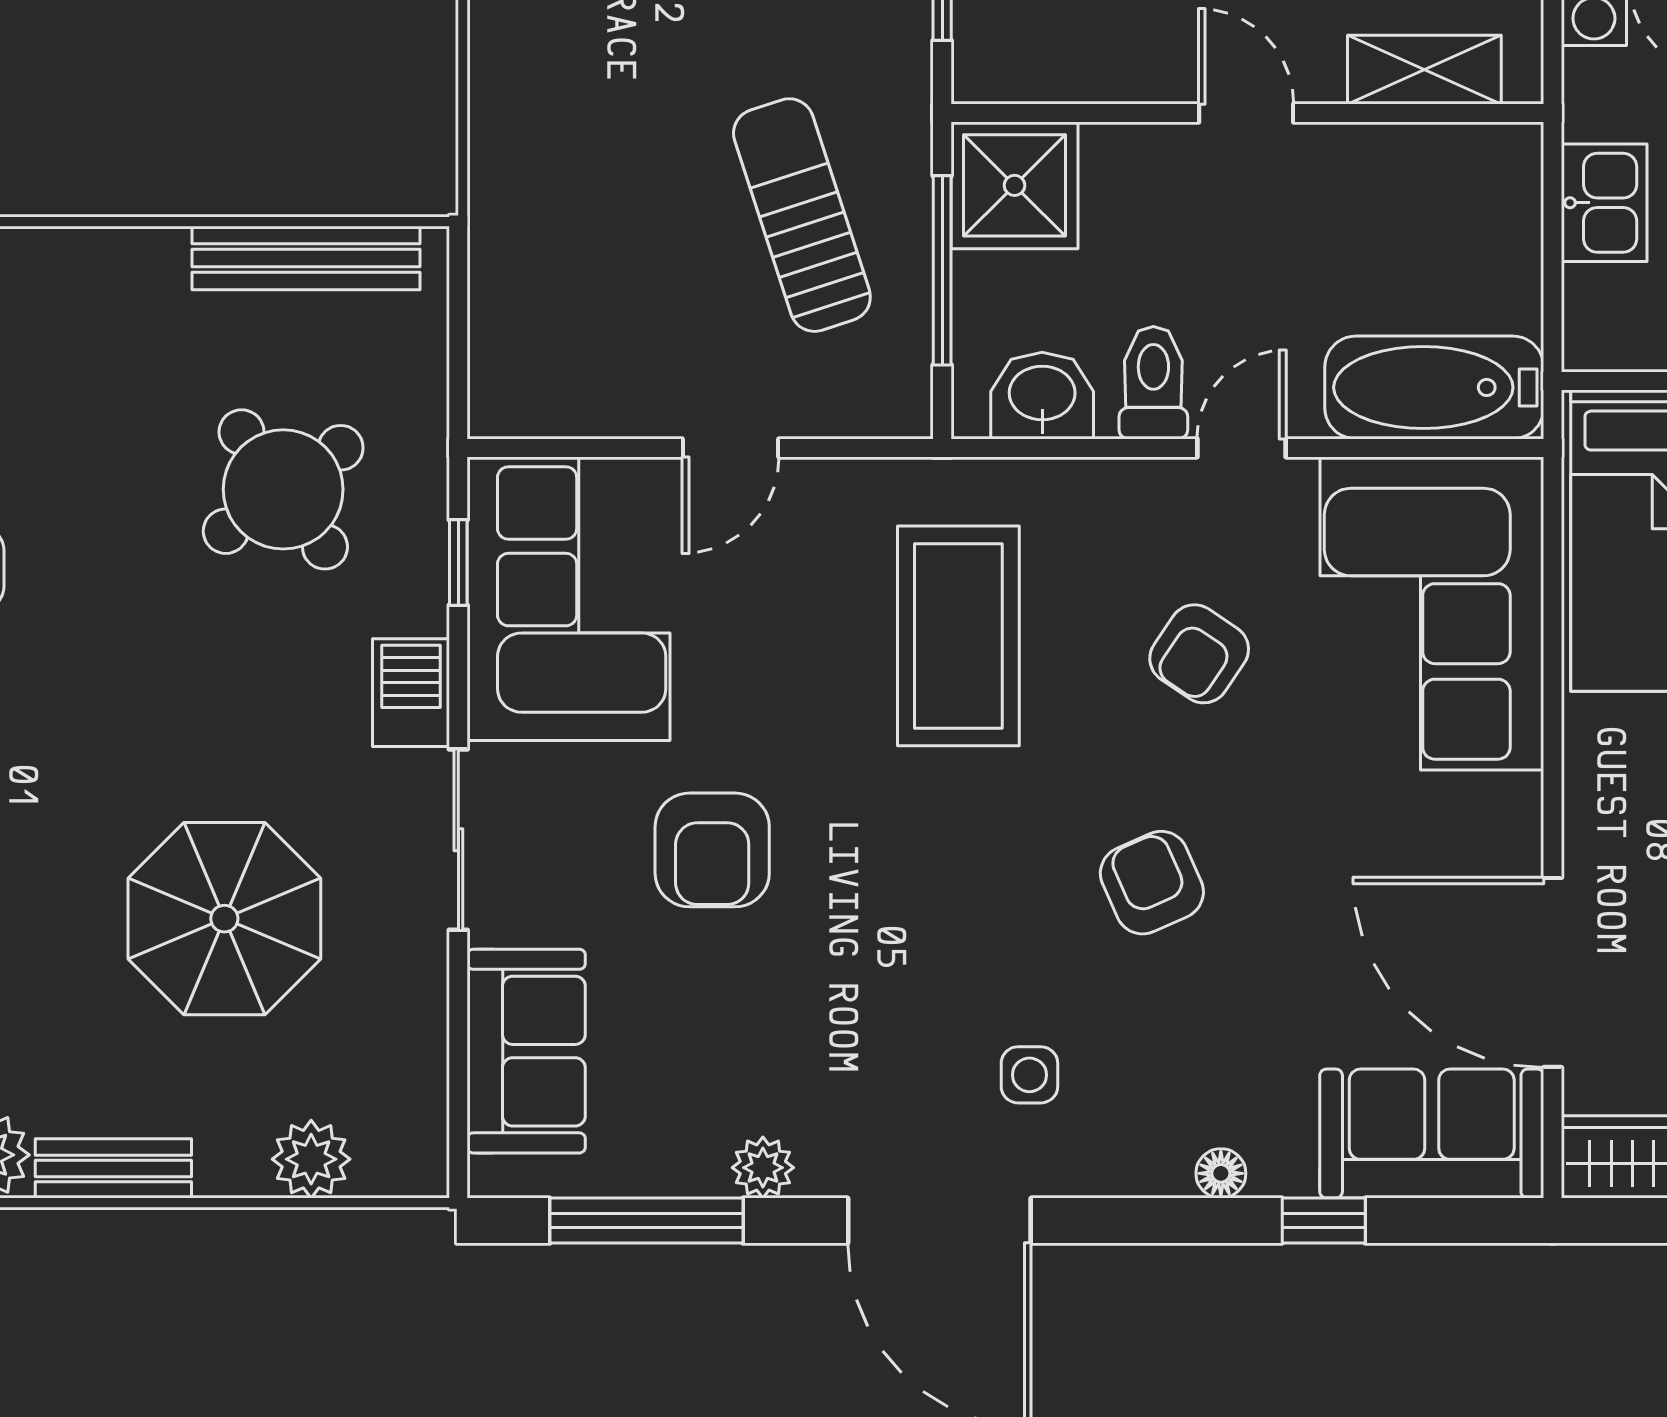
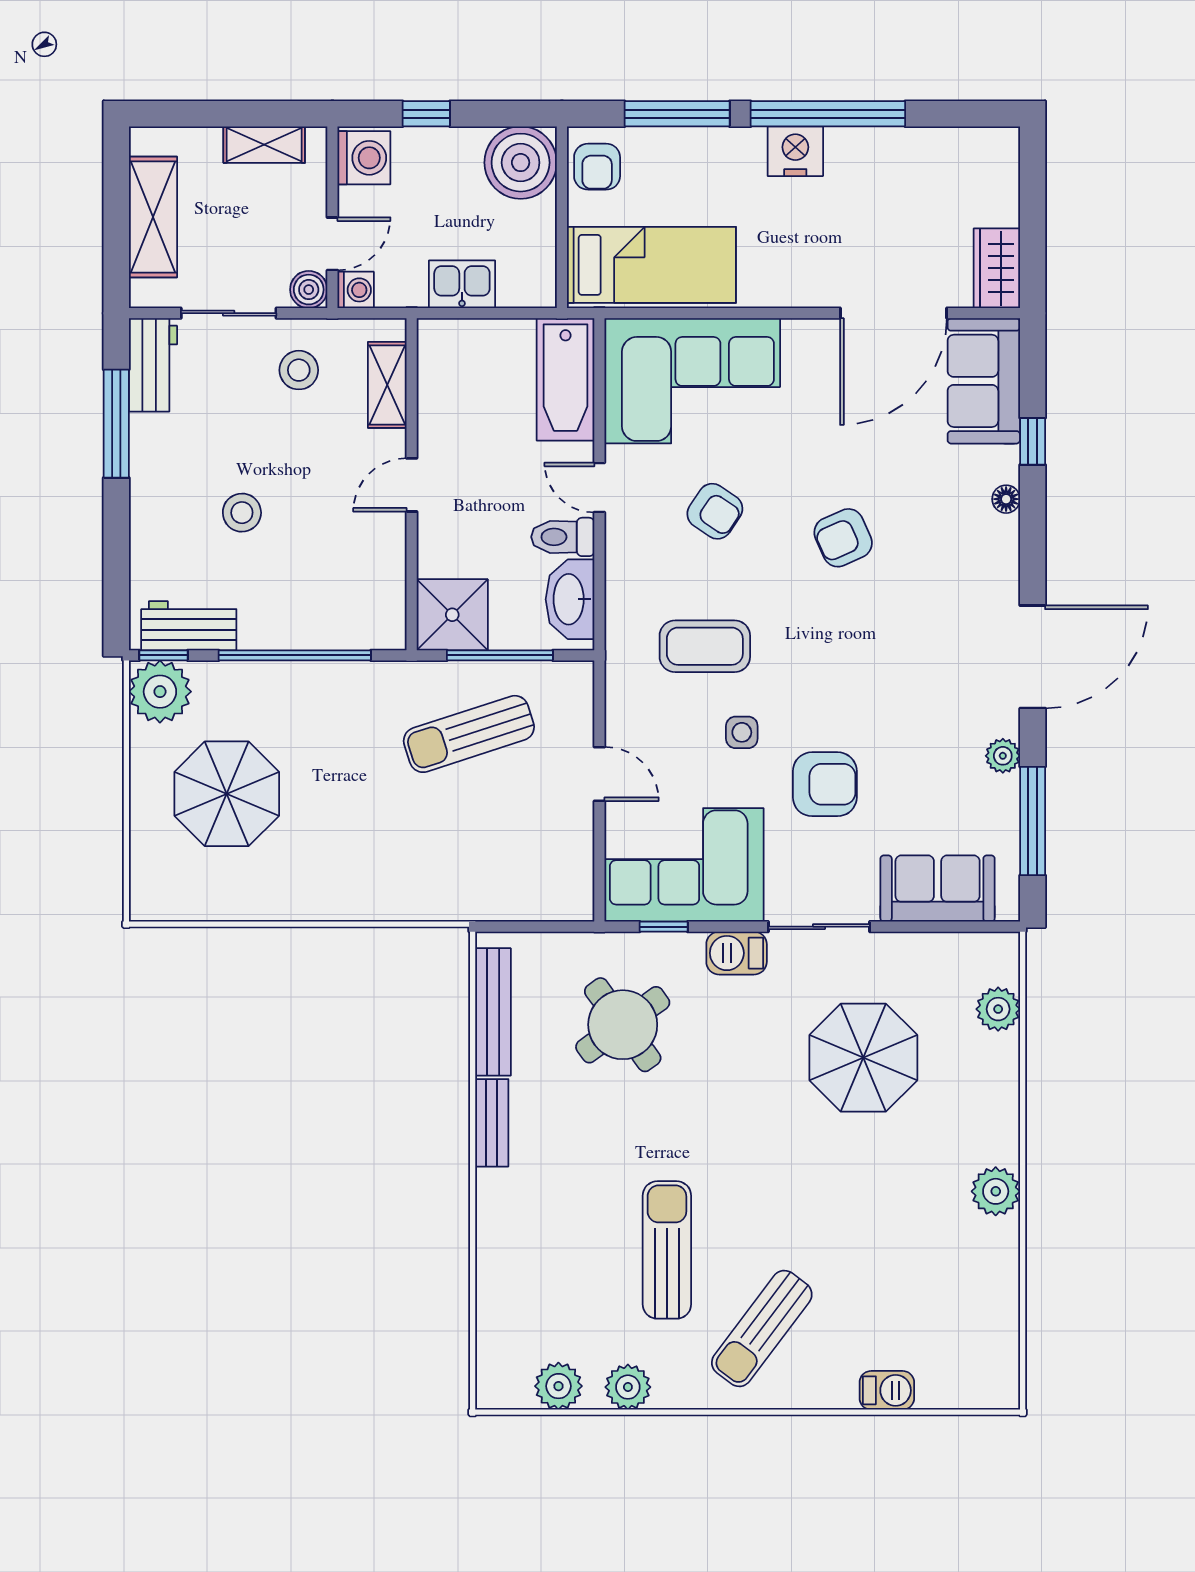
washbasin: (1042, 396) -> (570, 599), width x1.38
coffee table: (958, 636) -> (705, 646), width x0.73, depth x0.76
side table: (1029, 1075) -> (742, 732), moved
bench: (113, 1168) -> (492, 1123), moved

